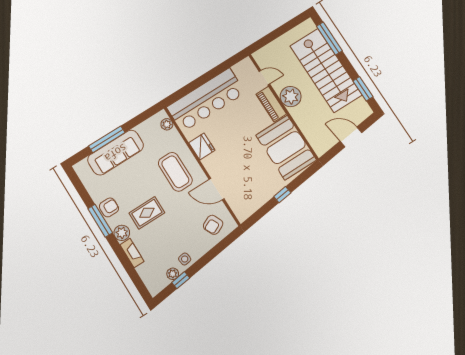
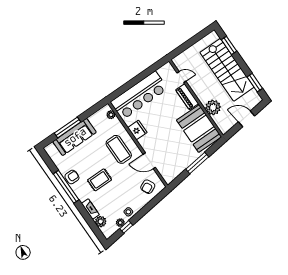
window: (329, 38) -> (229, 45), width x0.69
plant: (291, 97) -> (213, 107), moved
window: (282, 195) -> (197, 163), width x2.17
window: (100, 221) -> (66, 187), width x1.46
plant: (122, 233) -> (101, 222), moved

